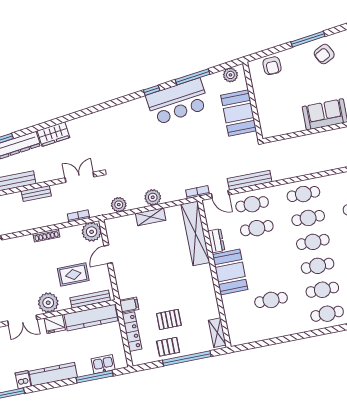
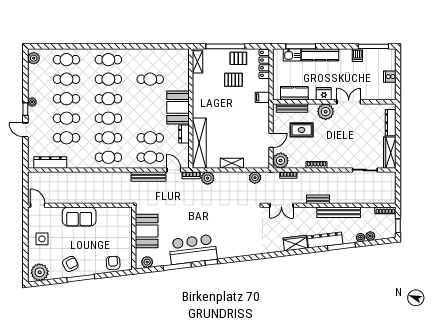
plant: (153, 197) -> (208, 178), moved
kitchen counter: (91, 318) -> (294, 93), width x0.67
locker: (132, 332) -> (264, 64), moved
kitchen counter: (53, 374) -> (320, 55), moved

